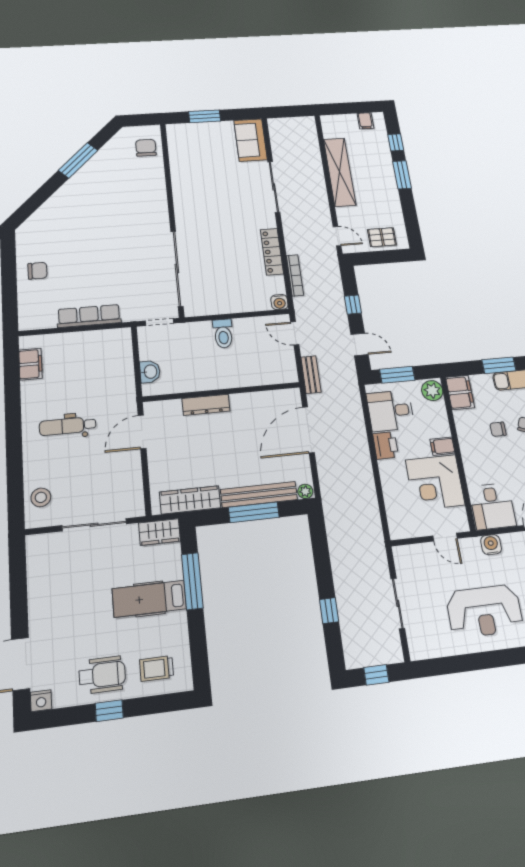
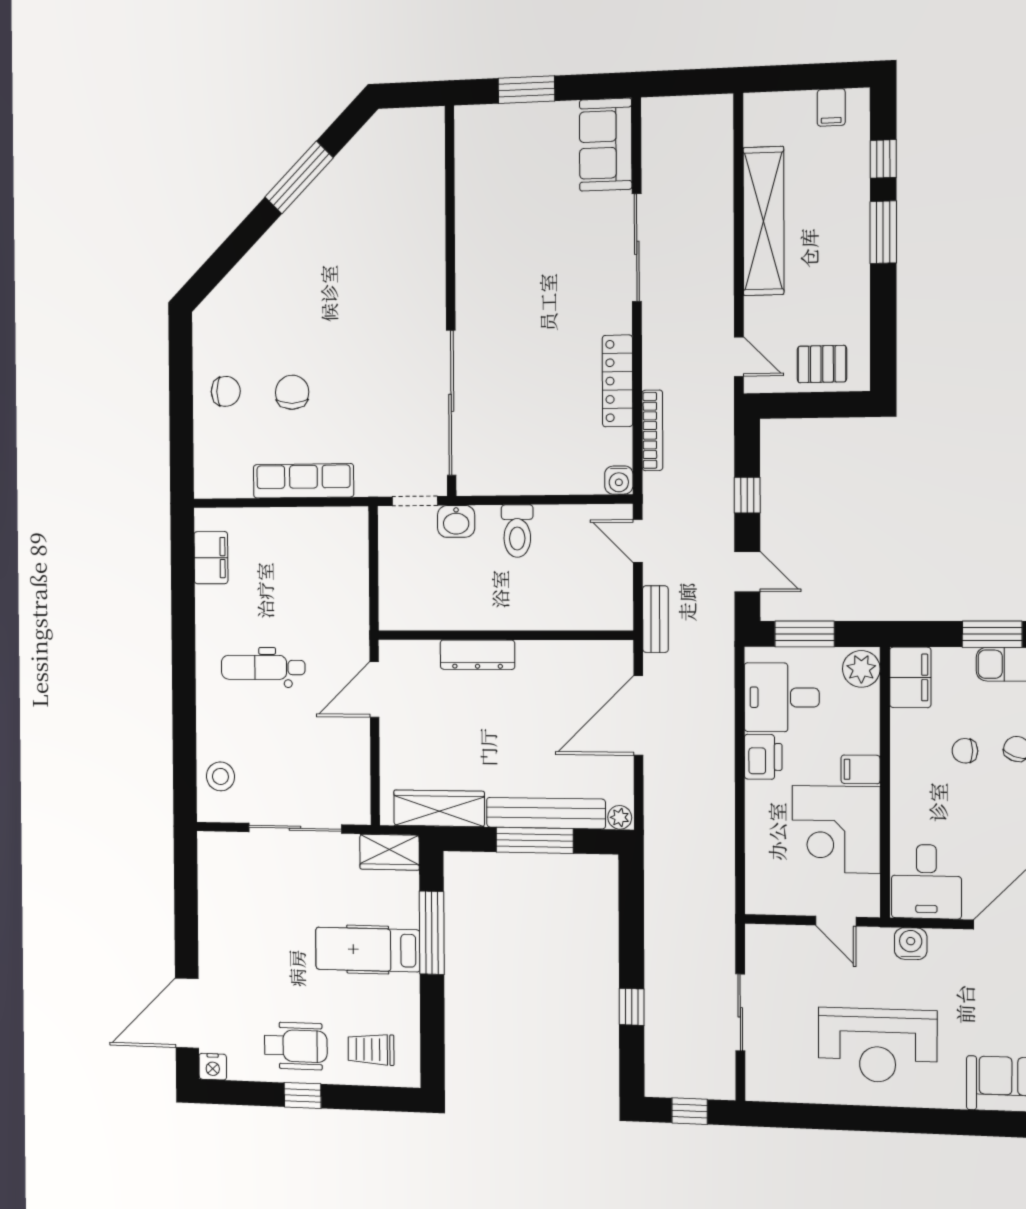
chair: (146, 148) -> (292, 392), moved
washbasin: (150, 372) -> (456, 521), moved, turned 90

